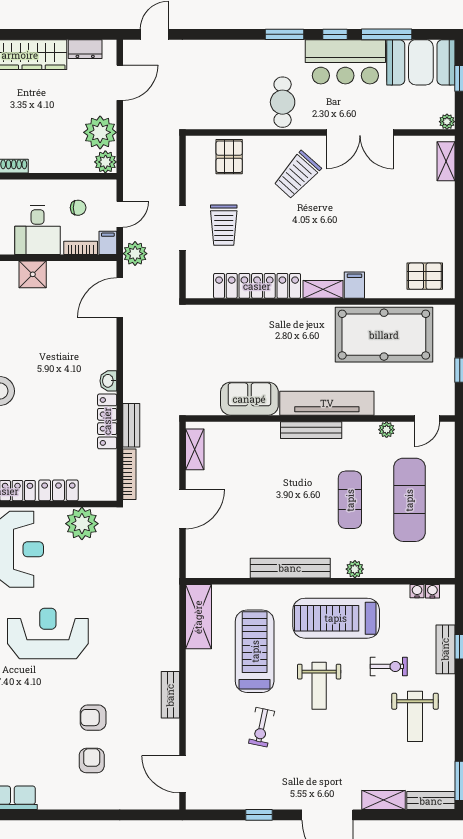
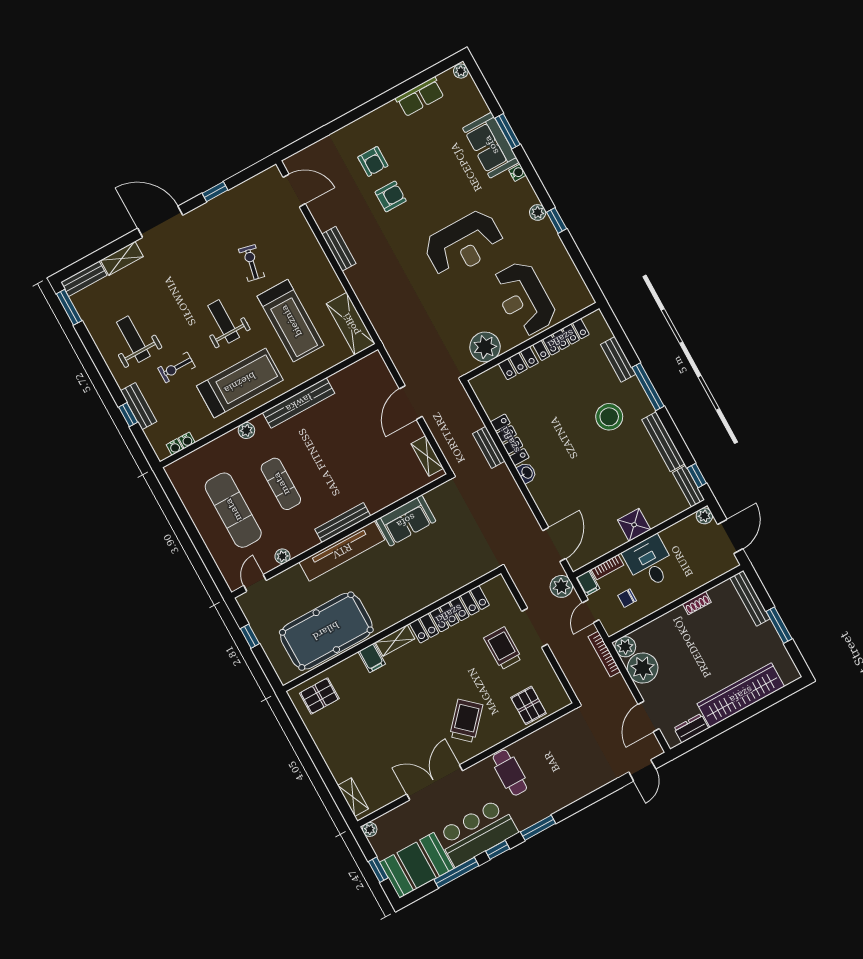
bookcase: (129, 474) -> (604, 654), moved

